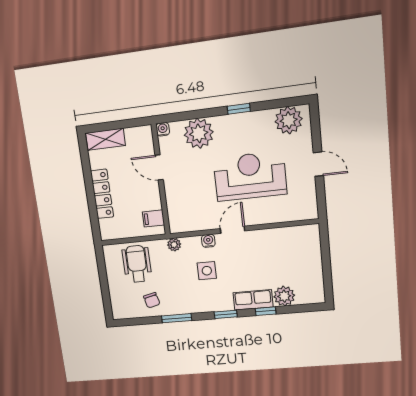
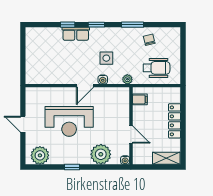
wheelchair: (137, 264) -> (156, 68), turned -90
plant: (284, 296) -> (54, 35), removed

